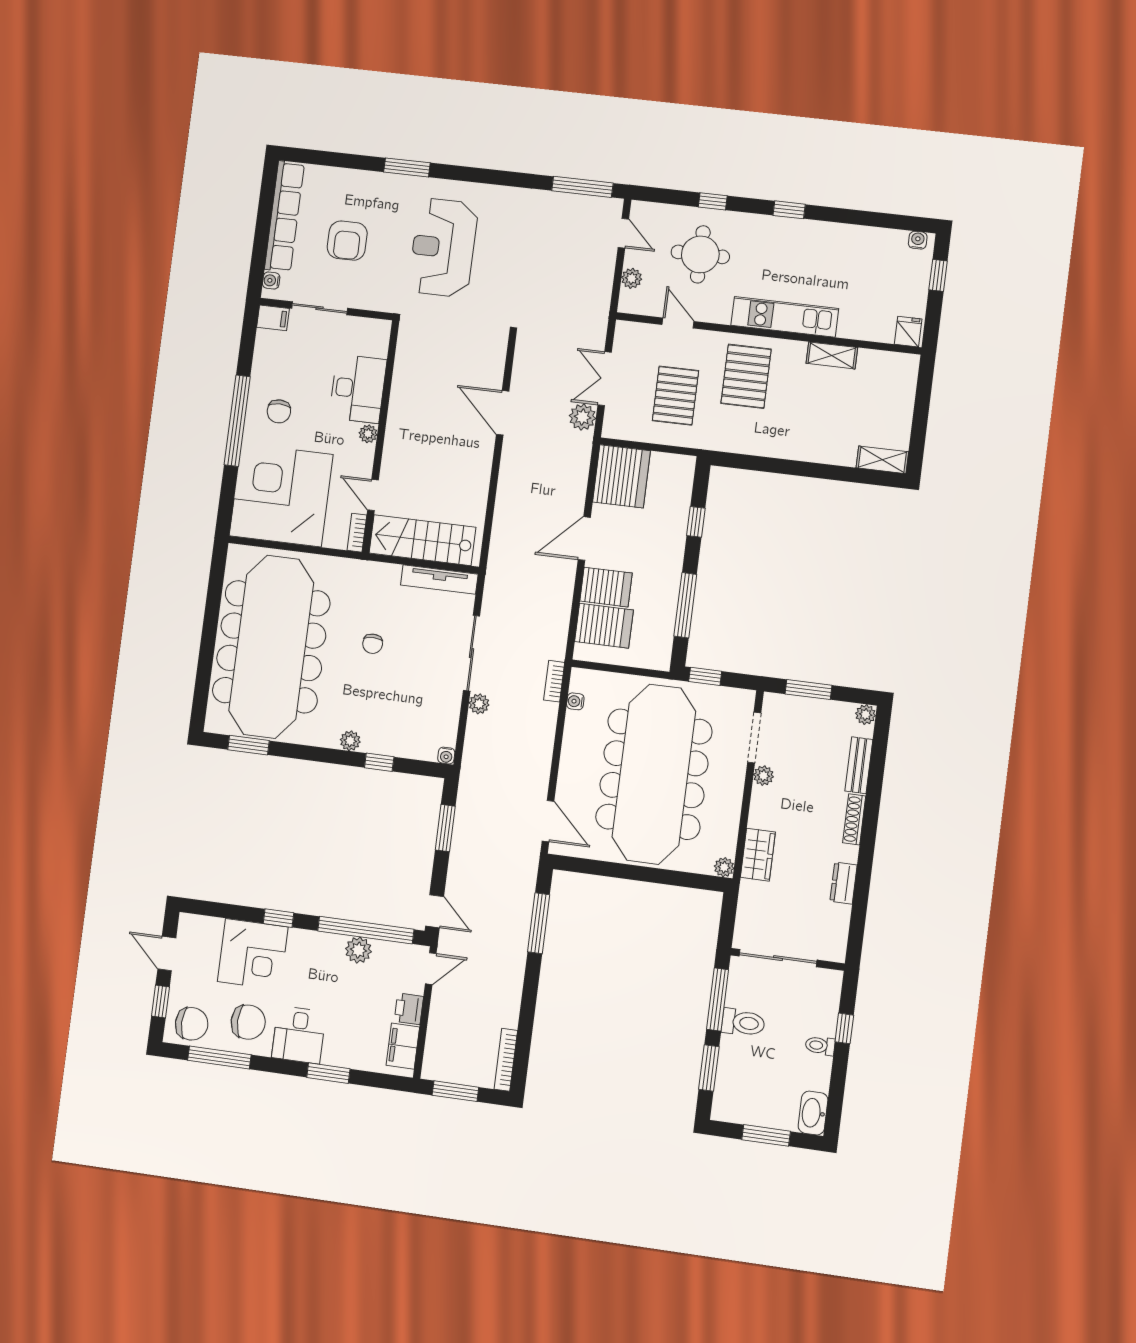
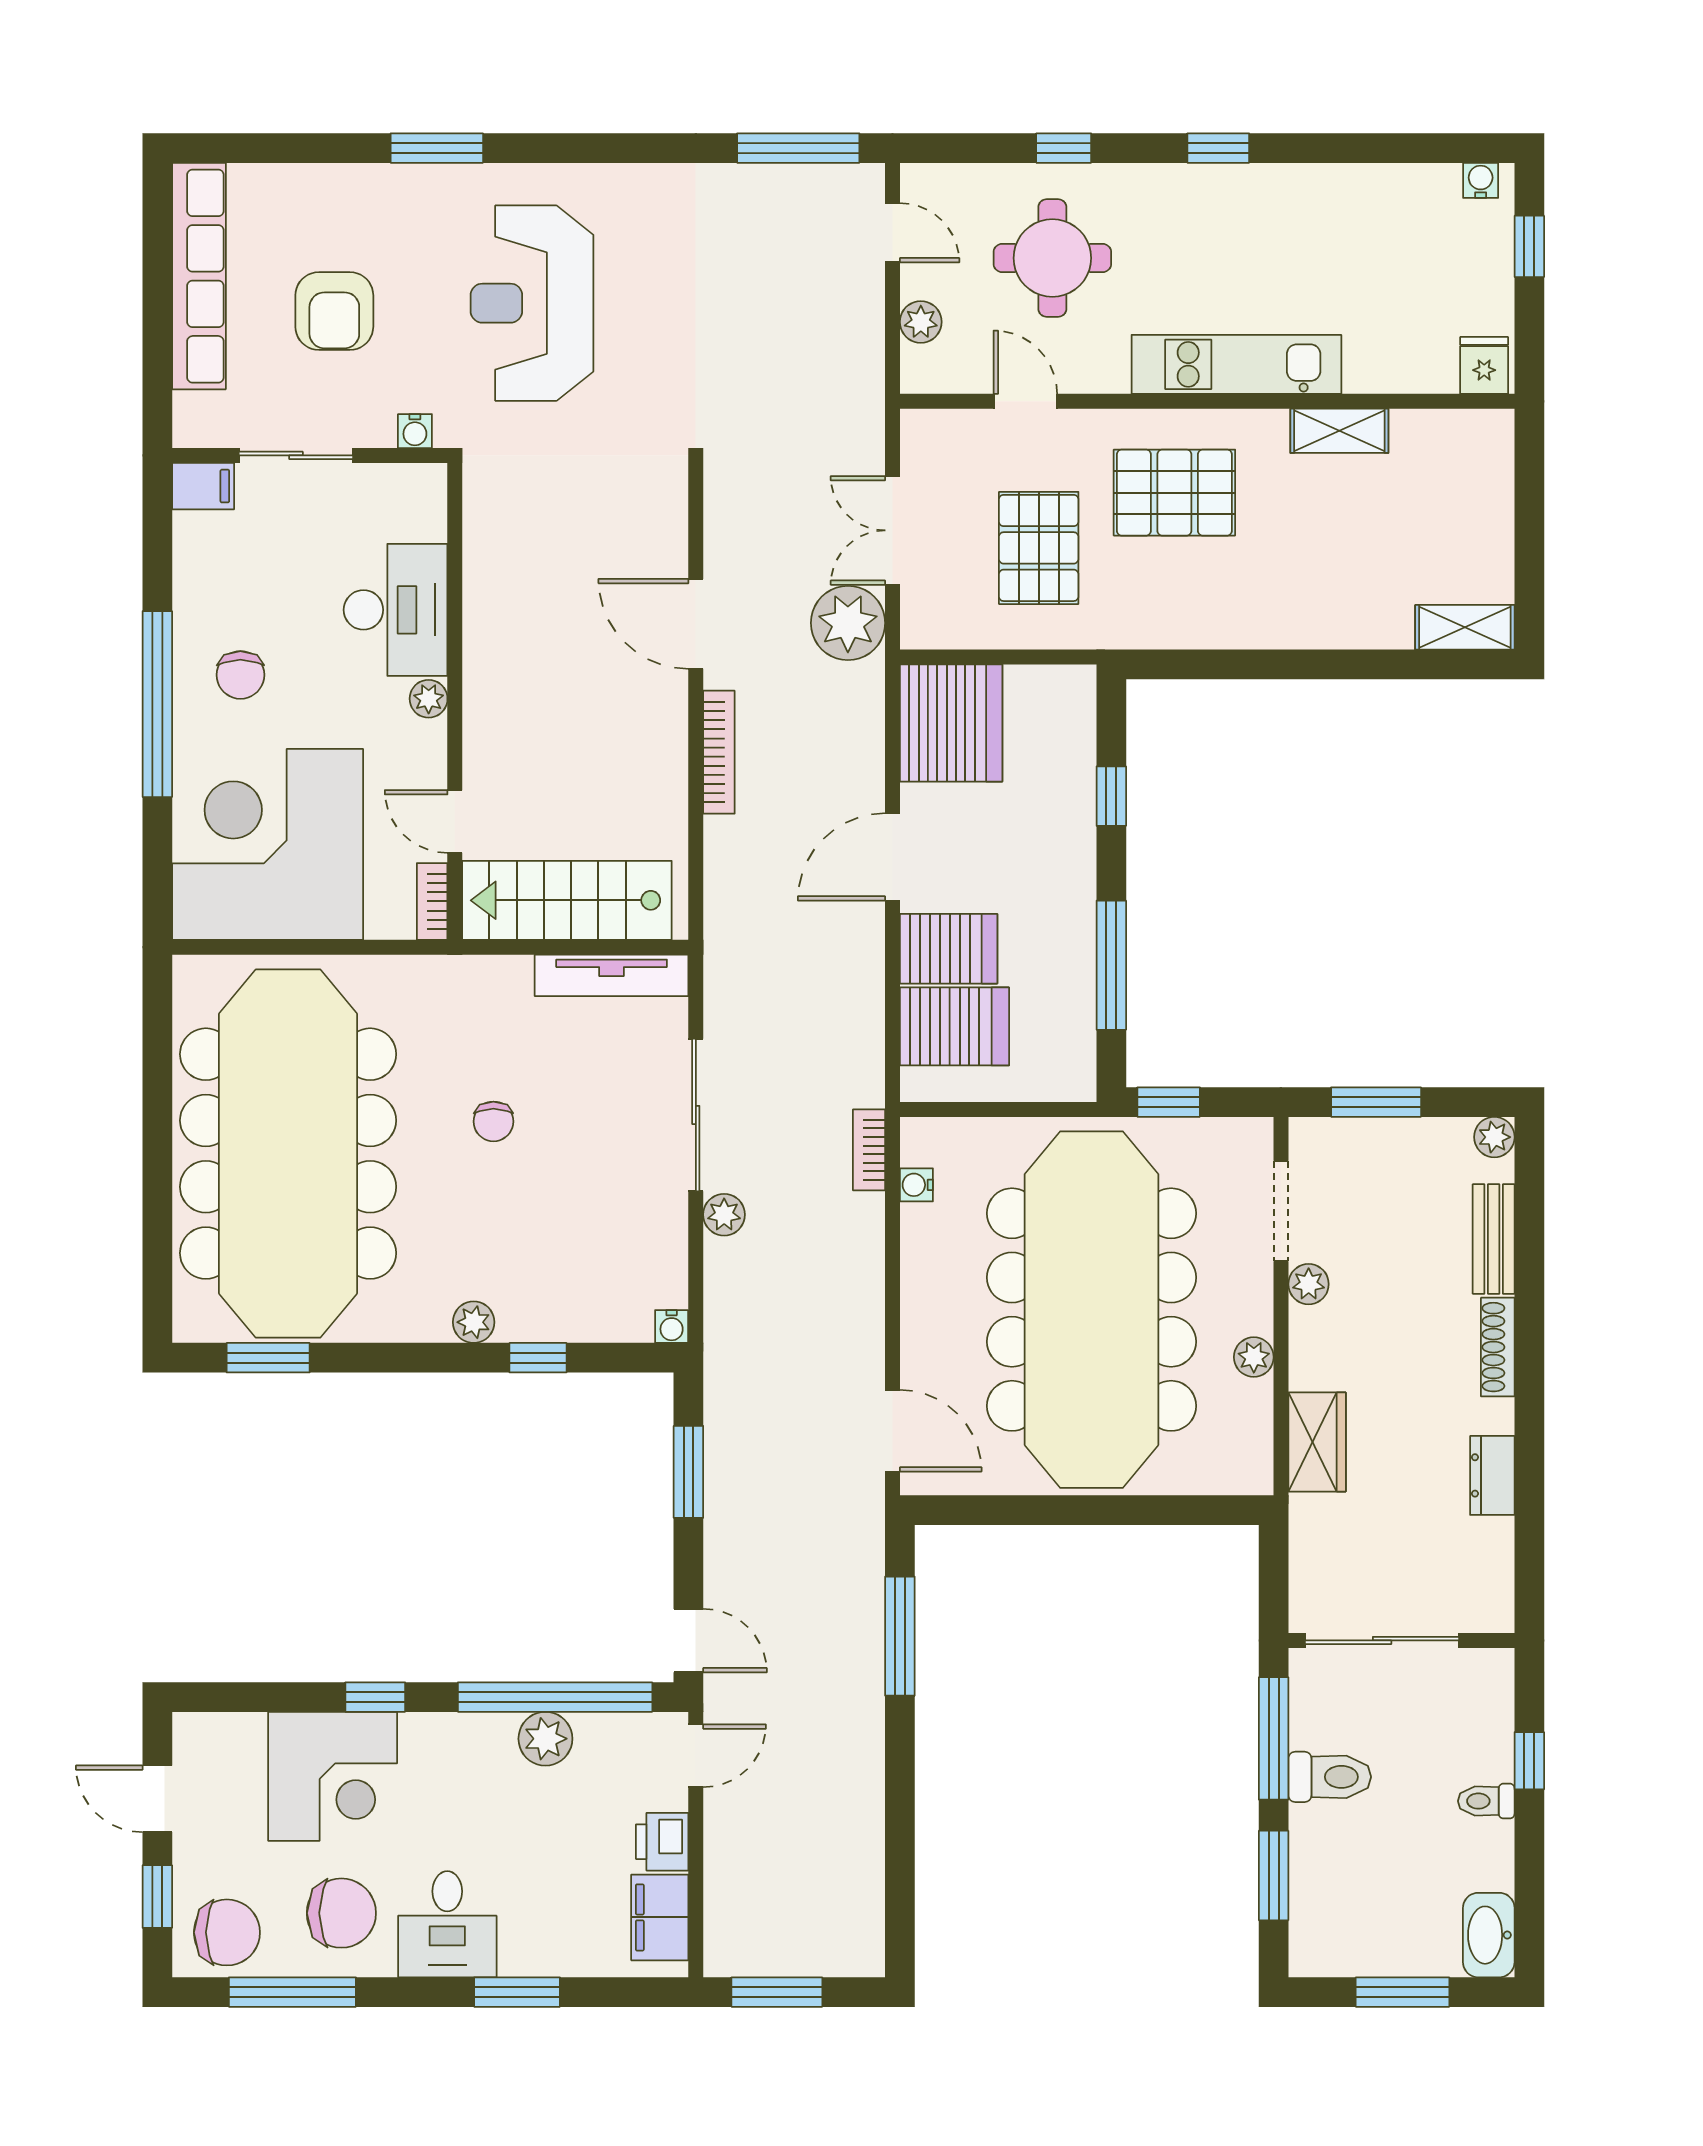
water cooler: (271, 280) -> (415, 431), moved, turned -90
pallet: (746, 376) -> (1174, 493), turned 90
plant: (583, 417) -> (848, 623), width x1.36, depth x1.36
plant: (724, 867) -> (1254, 1357), moved
bookcase: (506, 1060) -> (719, 752), moved, turned 180

